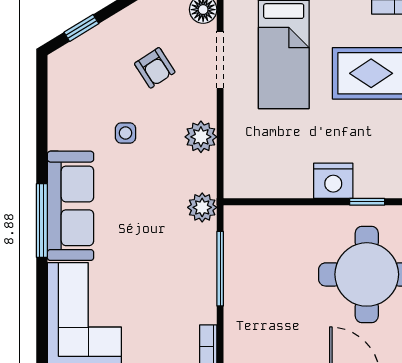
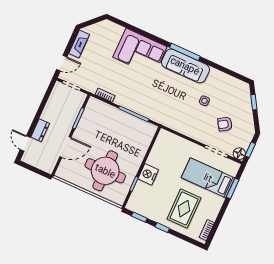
plant: (201, 137) -> (189, 130), removed
plant: (202, 207) -> (161, 118), removed

